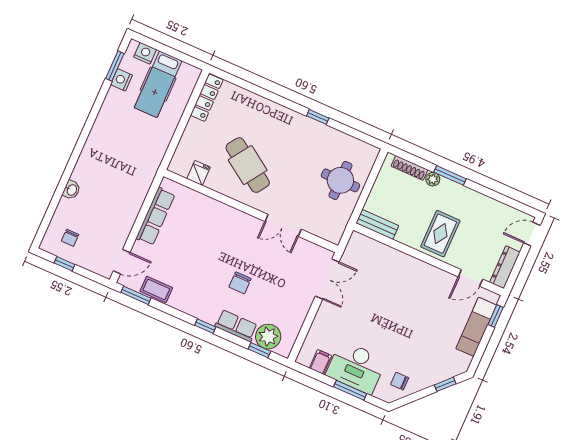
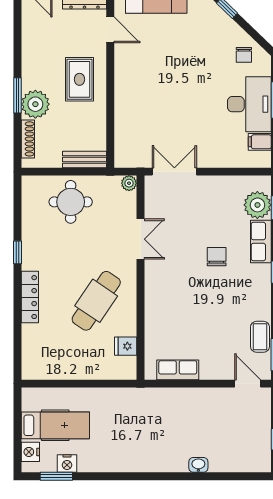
locker: (207, 98) -> (30, 297), moved, turned 90
plant: (433, 179) -> (35, 104), width x1.88, depth x1.88
row of seats: (155, 216) -> (178, 370), width x0.68
bench: (377, 224) -> (85, 159), moved, turned 90
rug: (440, 234) -> (79, 79), turned 90
plant: (334, 237) -> (129, 183), added
chair: (70, 238) -> (247, 445), removed
chair: (240, 283) -> (217, 257), turned -90

